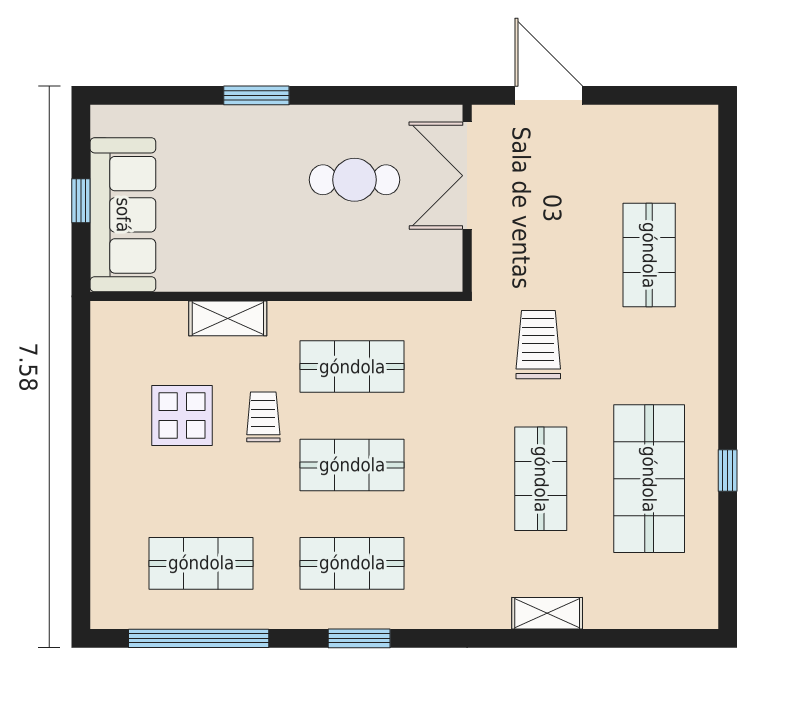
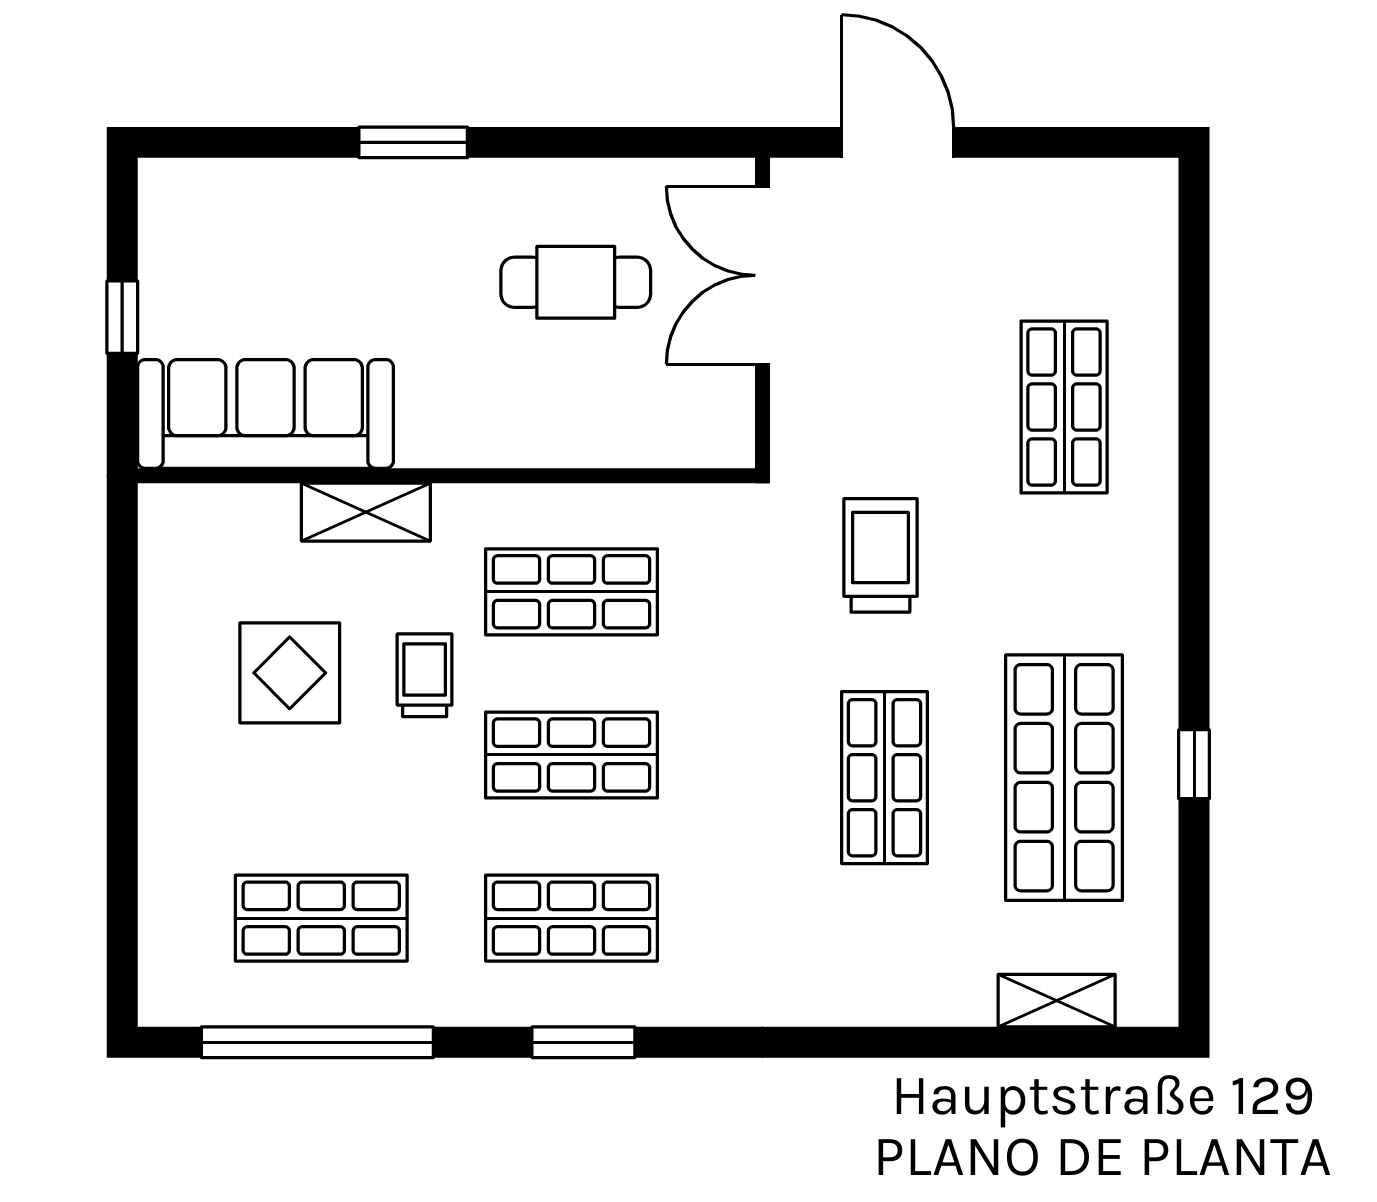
sofa: (123, 215) -> (266, 414), moved, turned -90
shelving: (547, 613) -> (1057, 1001), moved

